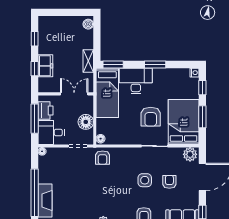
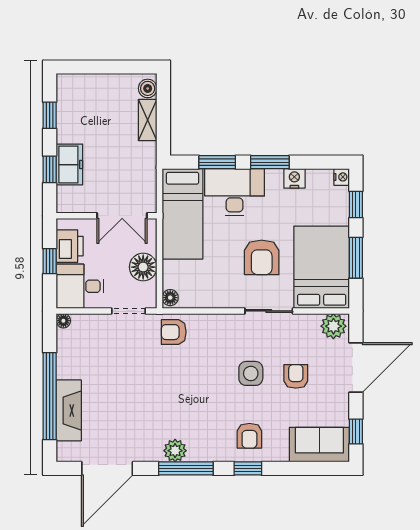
shelving: (88, 61) -> (148, 120), moved
window: (113, 64) -> (217, 162), moved
nightstand: (169, 73) -> (294, 178), added
double door: (74, 94) -> (122, 216), swing flipped
window: (35, 119) -> (50, 261), width x0.46
armchair: (103, 158) -> (174, 332), turned 90

